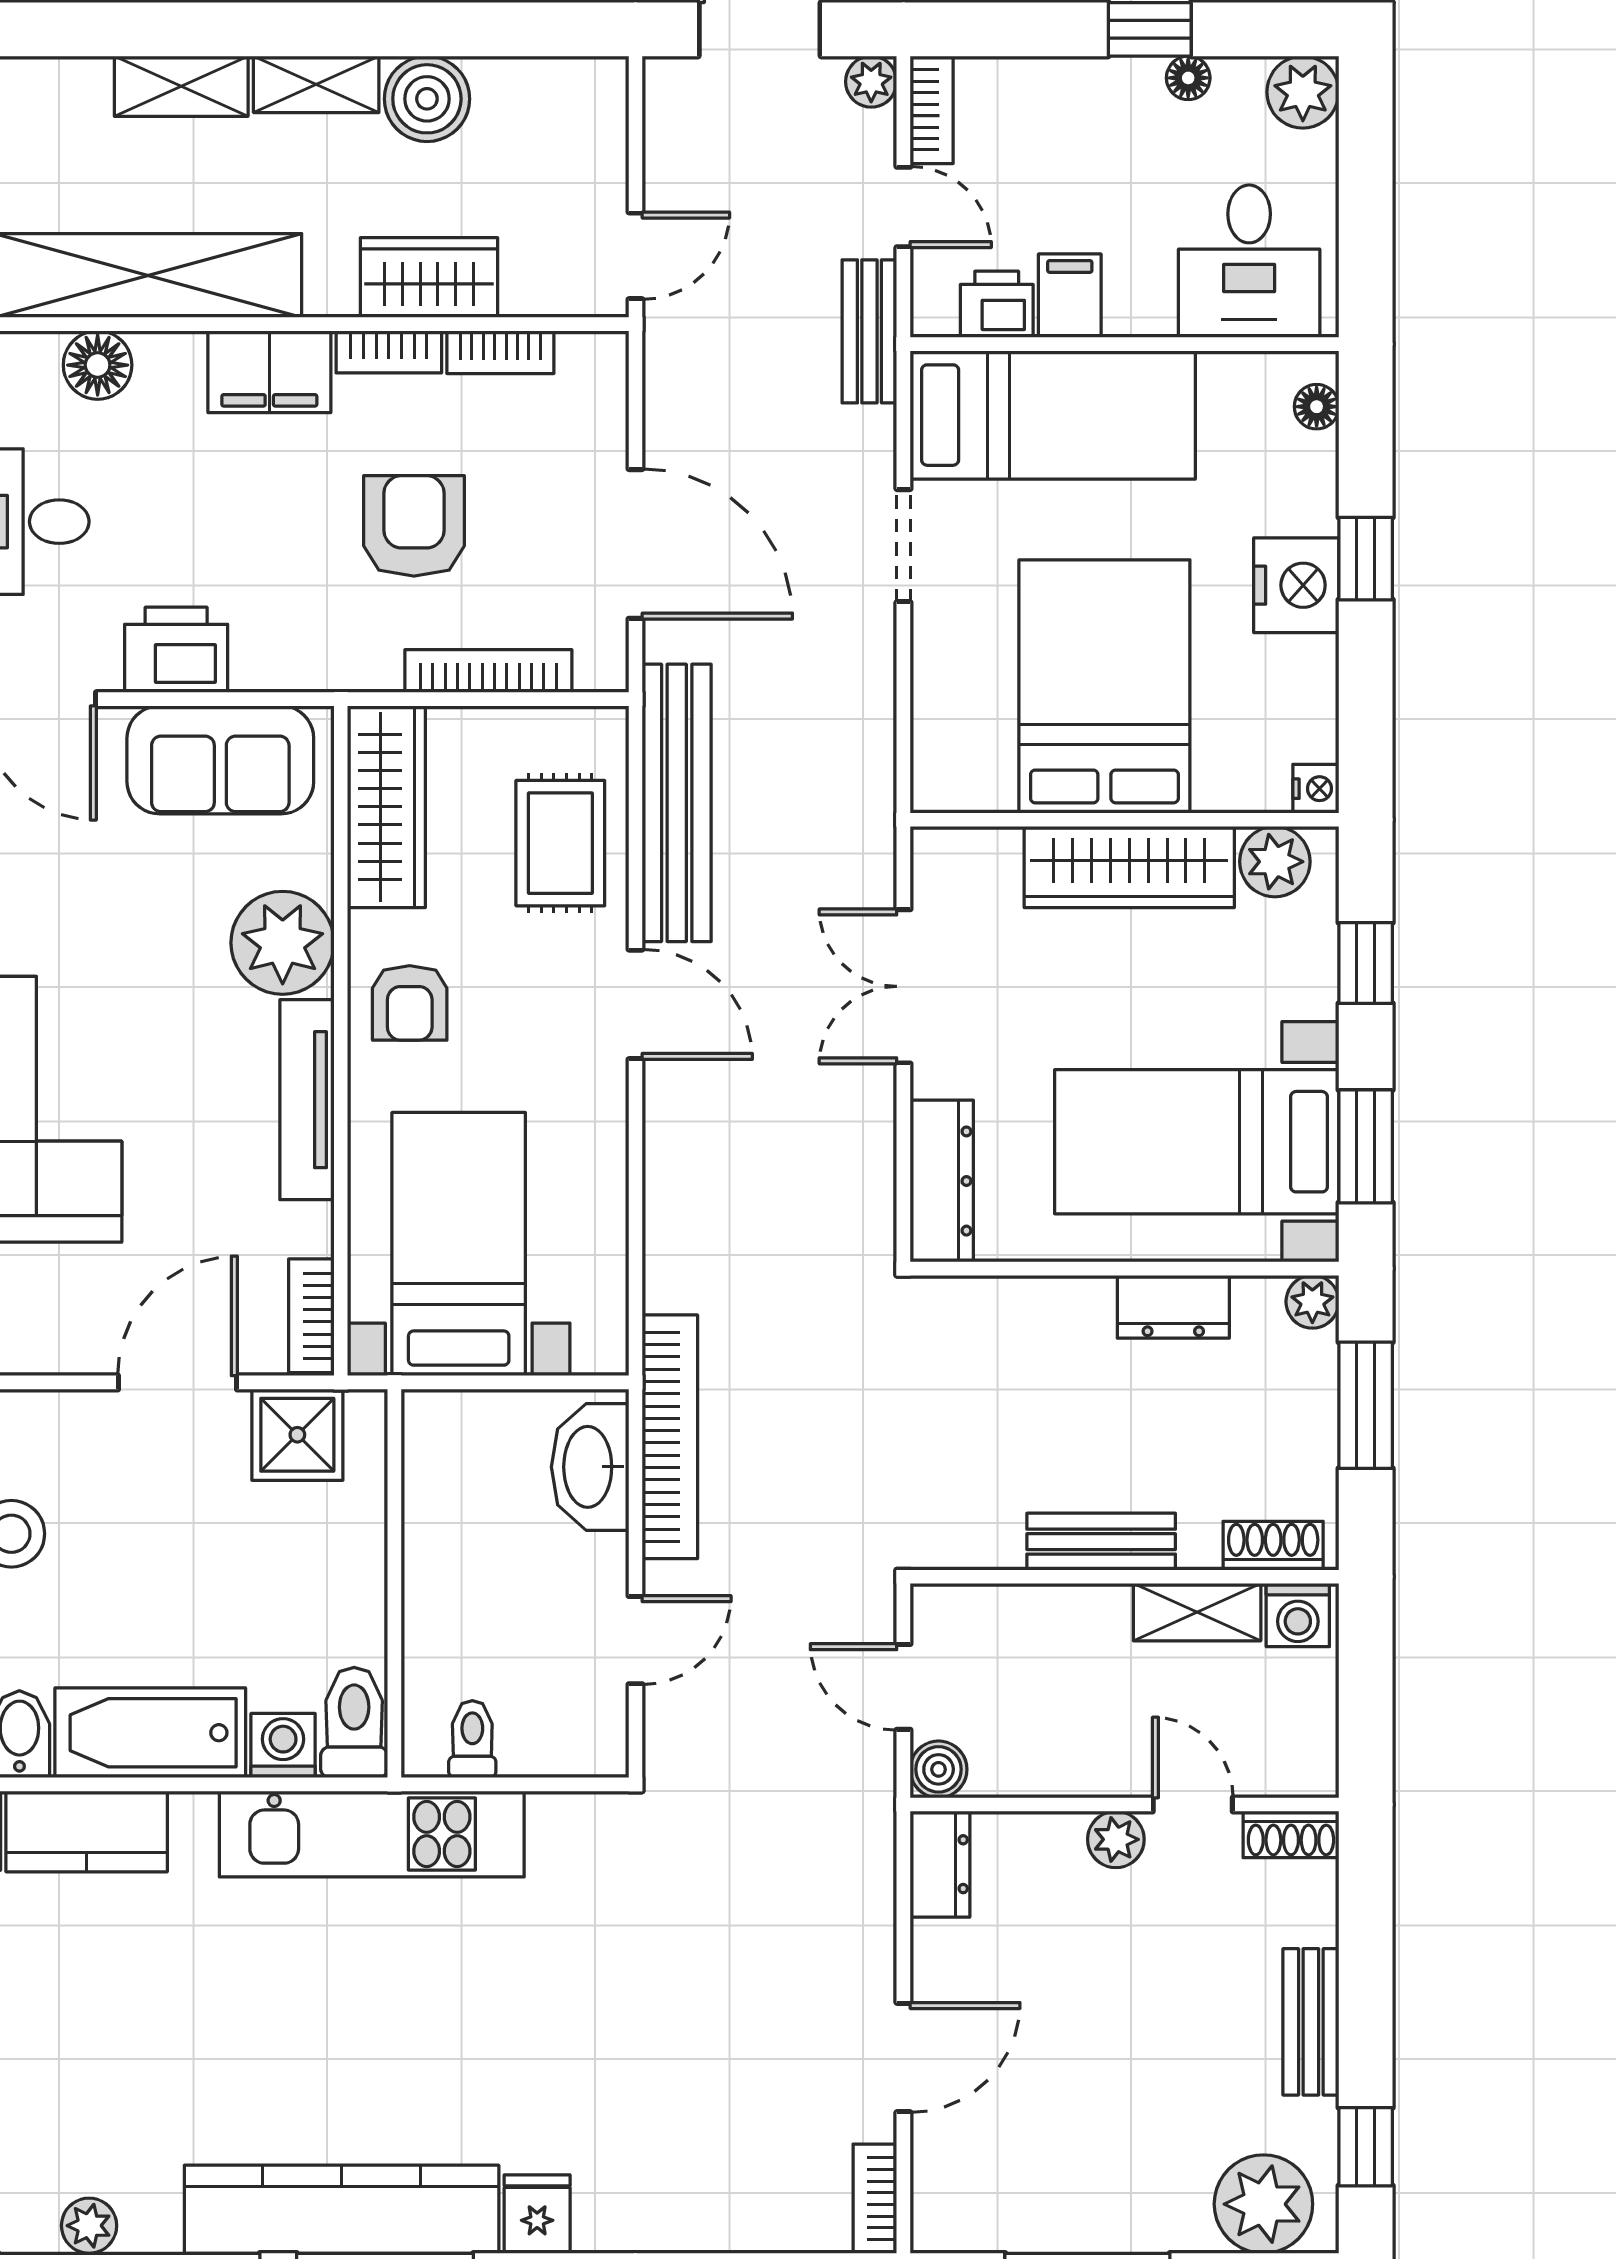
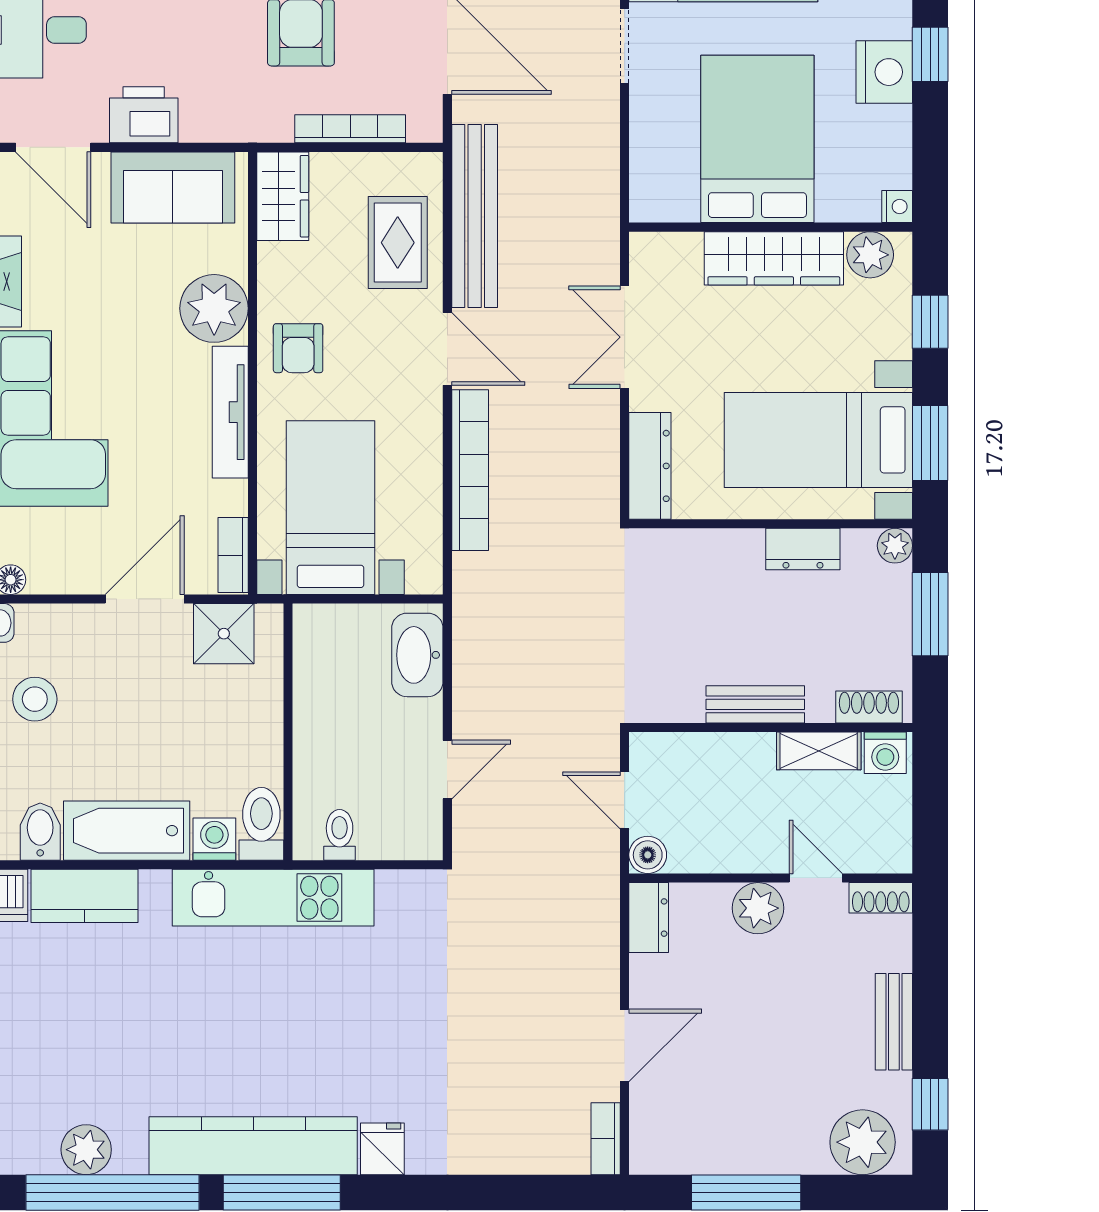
wardrobe: (386, 807) -> (283, 196), width x0.67
bookcase: (670, 1437) -> (470, 470), moved
plant: (1116, 1839) -> (758, 908), width x1.38, depth x1.38
plant: (89, 2226) -> (86, 1150), width x1.38, depth x1.38

